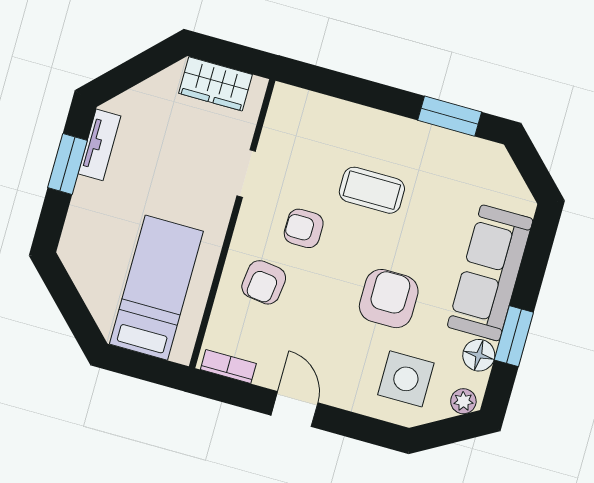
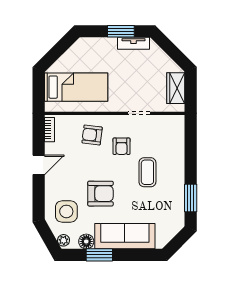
armchair: (304, 228) -> (121, 146), turned 180

